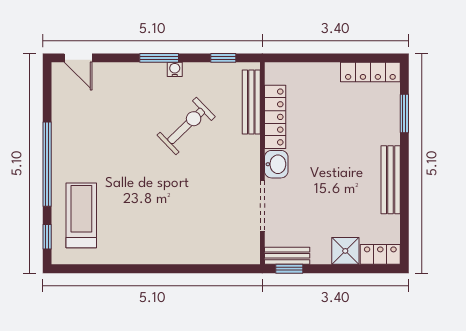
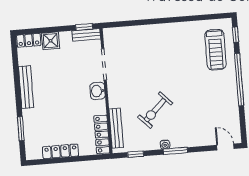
locker: (370, 72) -> (60, 151), moved
locker: (275, 117) -> (102, 134), moved

